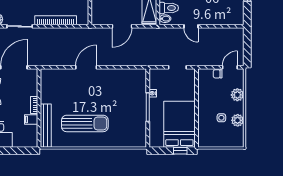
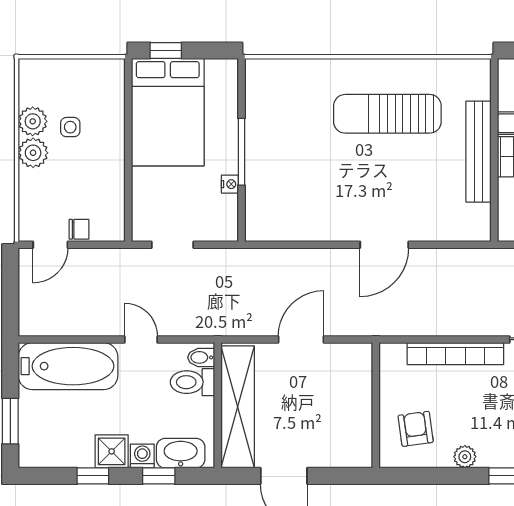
bathtub: (222, 15) -> (68, 366), added
plant: (237, 95) -> (33, 153), moved
bench: (46, 126) -> (478, 152), moved

